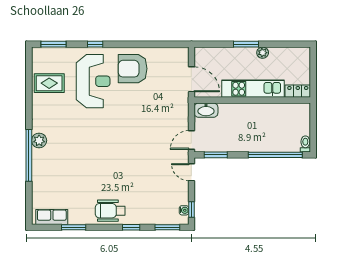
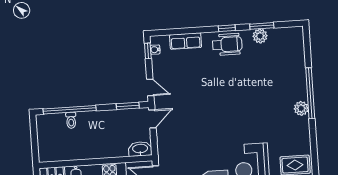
toilet: (305, 144) -> (71, 120), moved
row of seats: (52, 217) -> (186, 41), moved
plant: (76, 217) -> (260, 36), added
window: (131, 227) -> (227, 28), moved
window: (167, 227) -> (170, 32), removed

